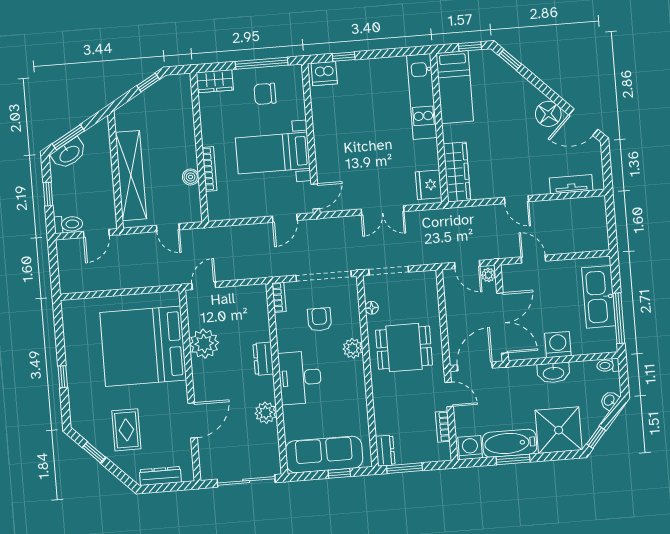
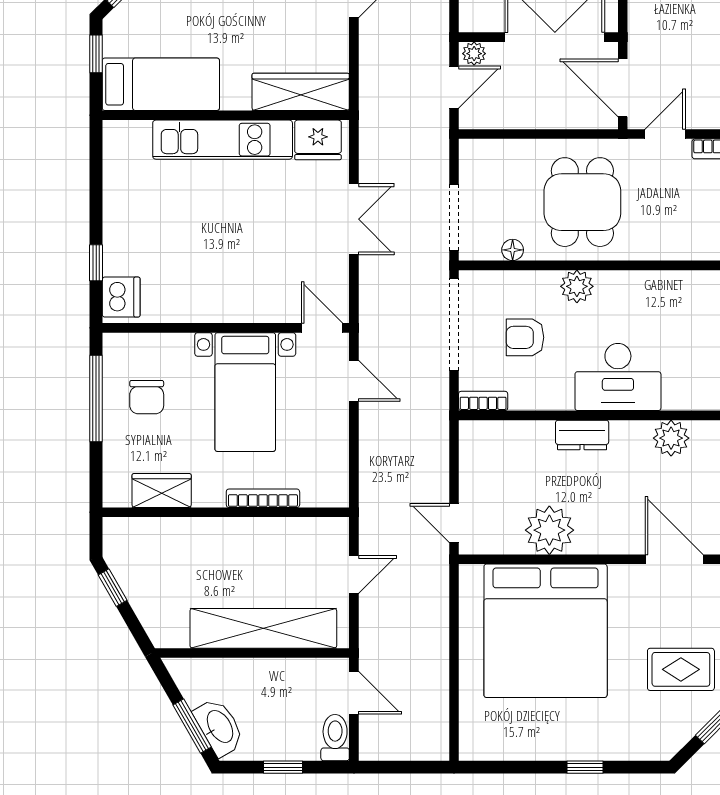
wardrobe: (215, 81) -> (162, 491), moved, turned -90
kitchen unit: (422, 97) -> (223, 140), moved
boiler: (191, 177) -> (274, 530), removed

